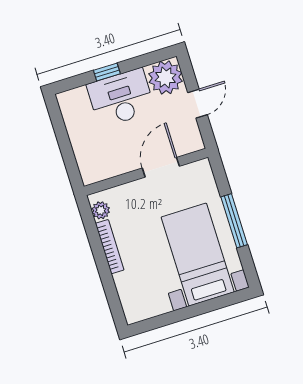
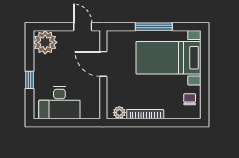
desk: (121, 98) -> (59, 103), moved, turned -90
door: (198, 104) -> (83, 27), moved
chair: (149, 302) -> (190, 99), added

